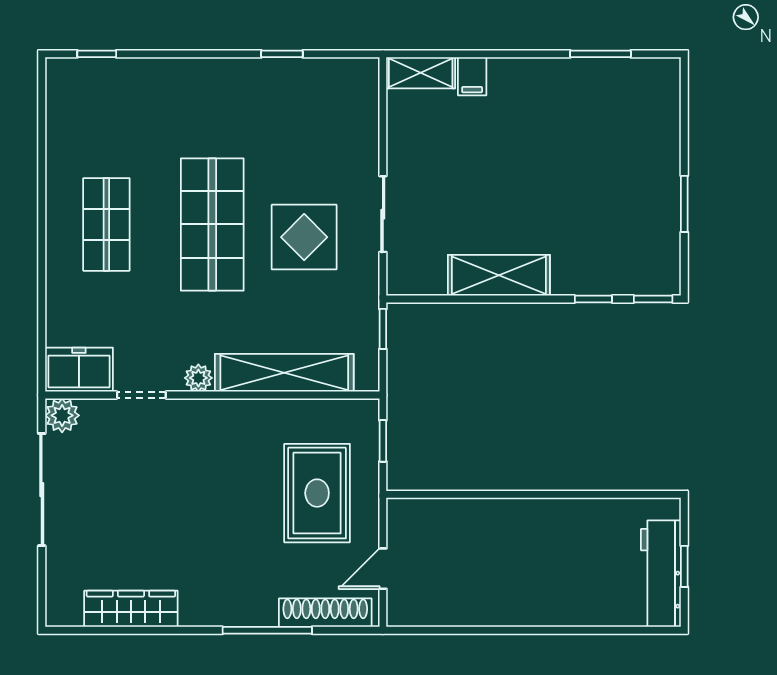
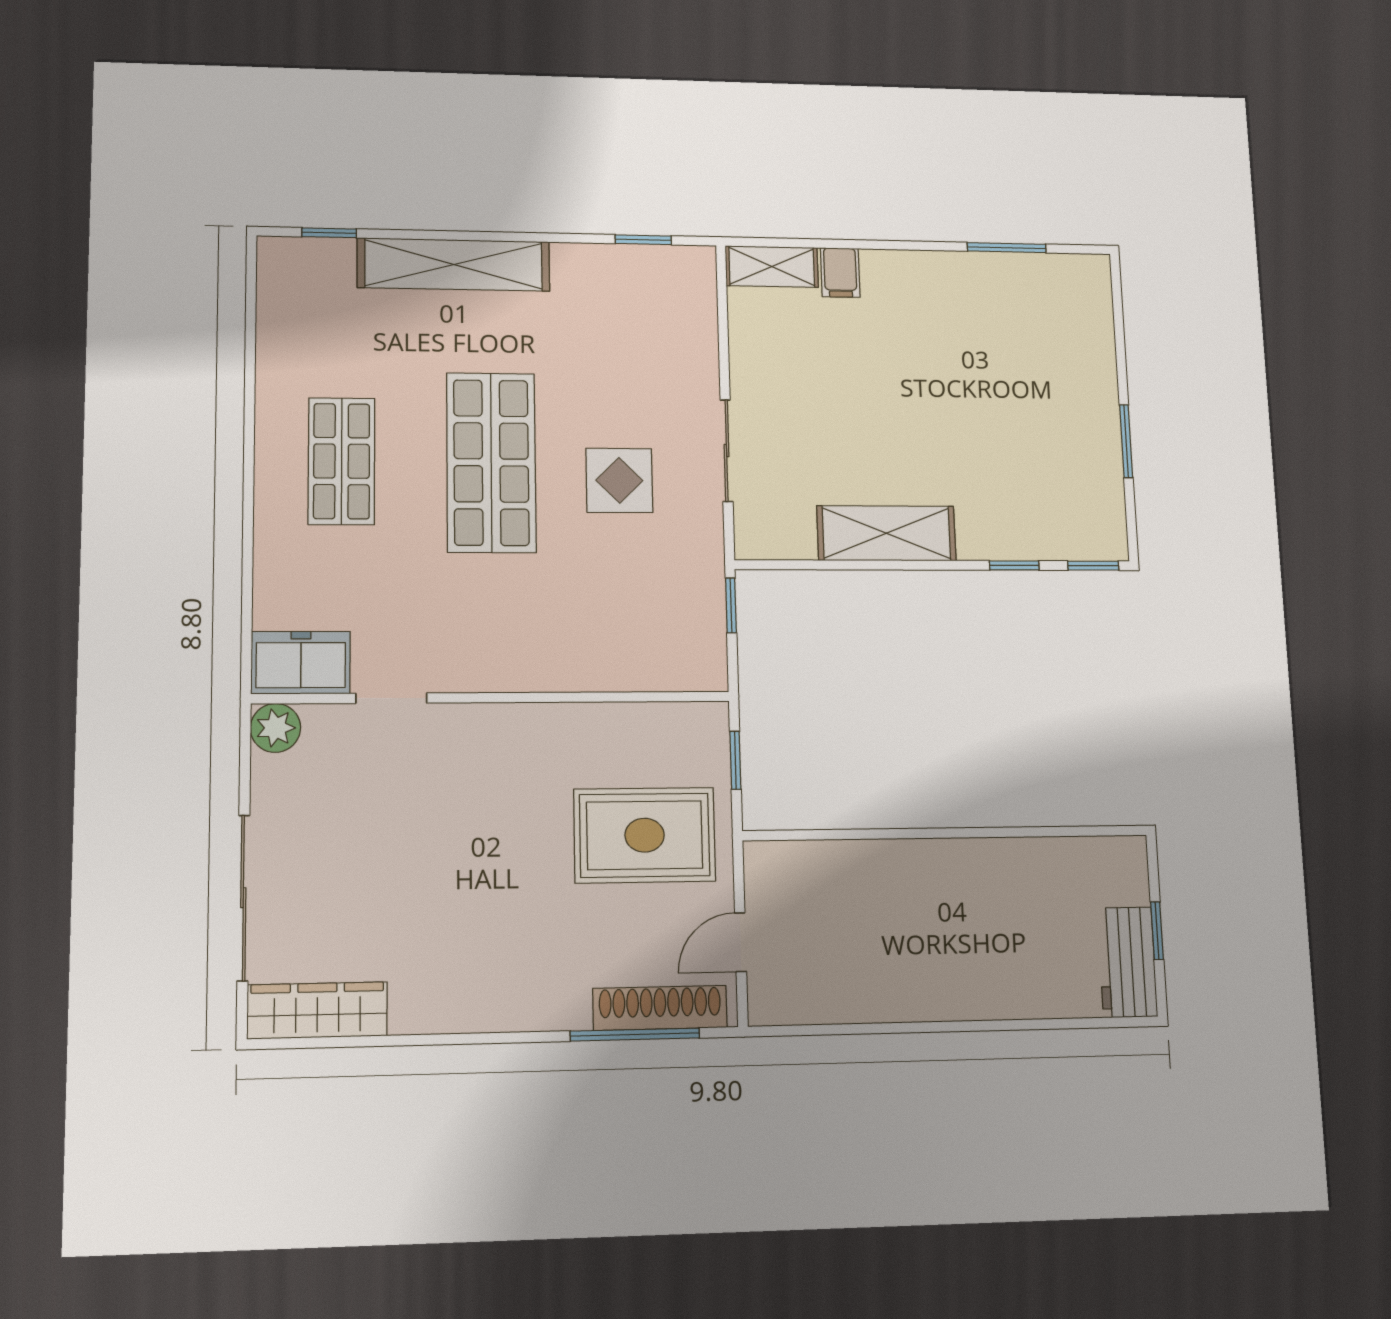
window: (282, 54) -> (643, 240), moved
display table: (304, 237) -> (619, 480), width x0.73, depth x0.73
shelving: (284, 373) -> (454, 265), moved
plant: (198, 378) -> (473, 674), removed
sliding door: (42, 490) -> (243, 898), moved
rug: (317, 493) -> (645, 835), turned 90
workbench: (661, 574) -> (1127, 962), width x0.73
wardrobe: (131, 609) -> (317, 1010), moved
window: (267, 630) -> (635, 1035), moved

